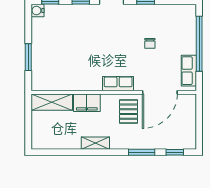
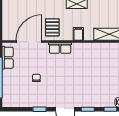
filing cabinet: (87, 103) -> (78, 34), width x0.50

